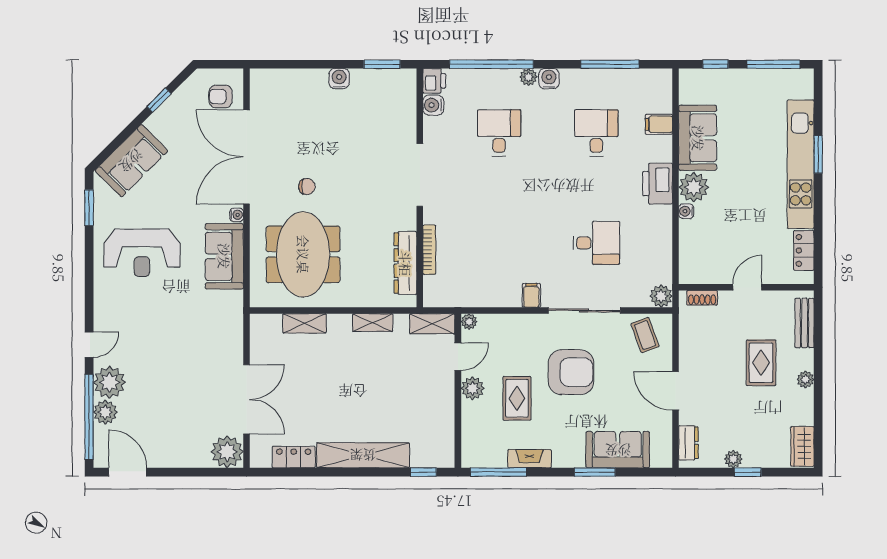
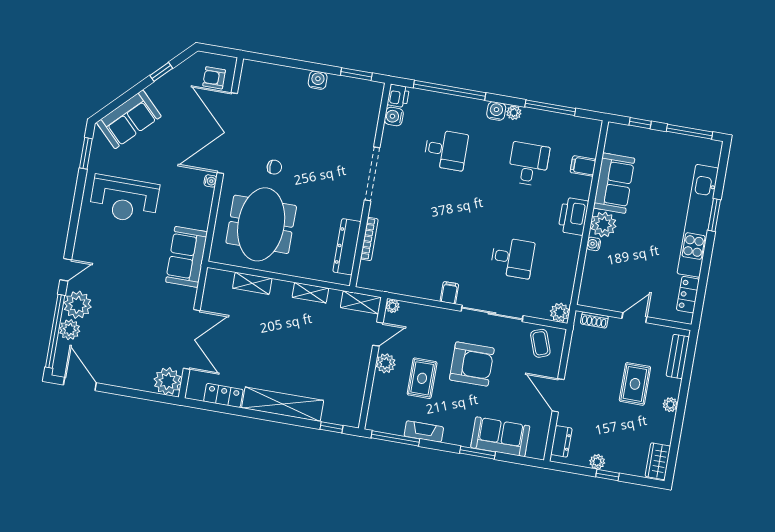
plant: (528, 77) -> (514, 113), moved
desk: (499, 133) -> (446, 150), turned 90
sofa: (224, 256) -> (187, 257), moved

